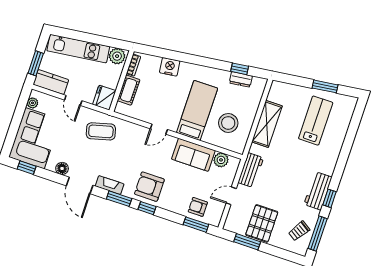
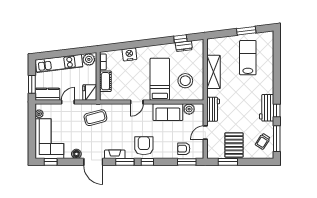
door: (73, 100) -> (68, 102), swing flipped
armchair: (149, 187) -> (144, 146), turned 90

